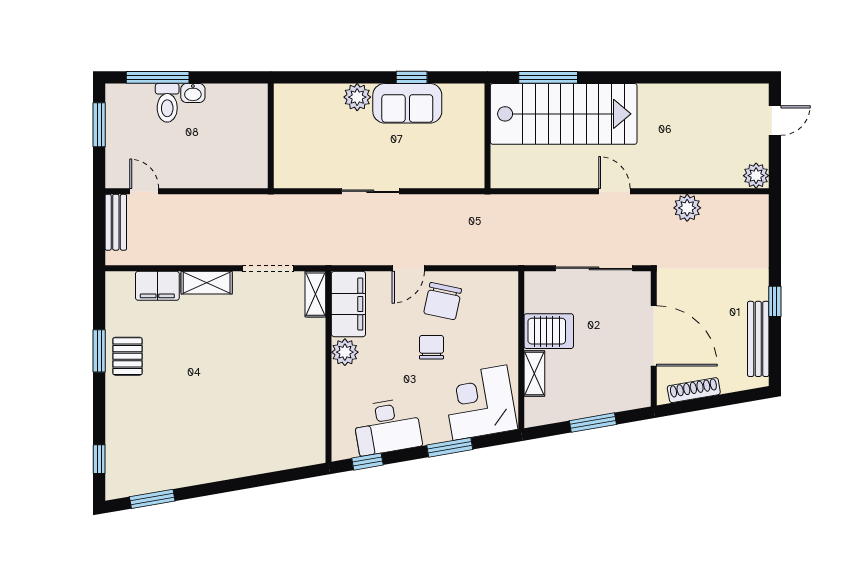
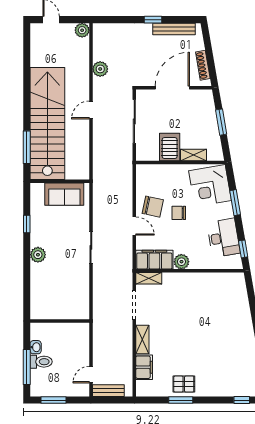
sofa: (407, 103) -> (64, 194), moved, turned 90
stairs: (564, 114) -> (47, 124), width x1.36
wall: (271, 136) -> (60, 321), moved

